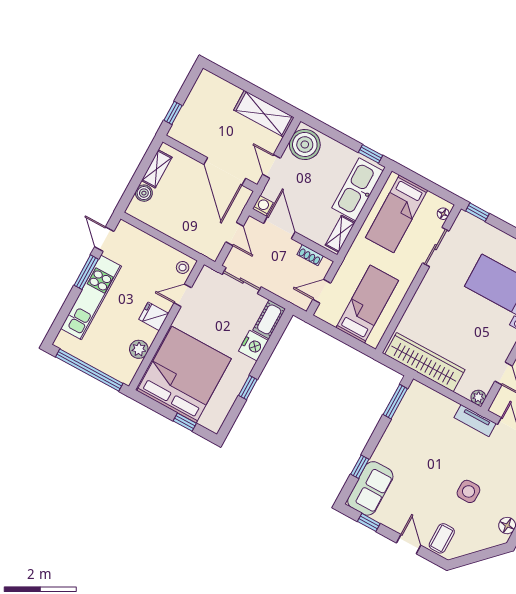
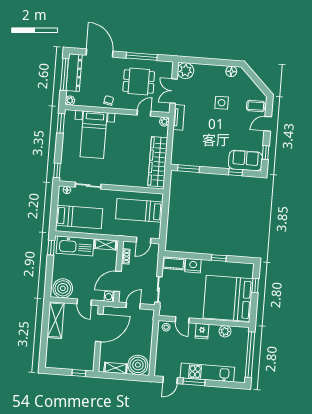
door: (271, 166) -> (84, 302), hinge flipped
boiler: (144, 193) -> (138, 365), width x1.86, depth x1.86
door: (322, 291) -> (144, 240), hinge flipped

